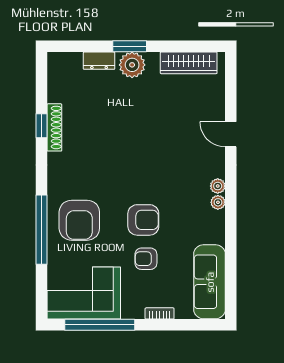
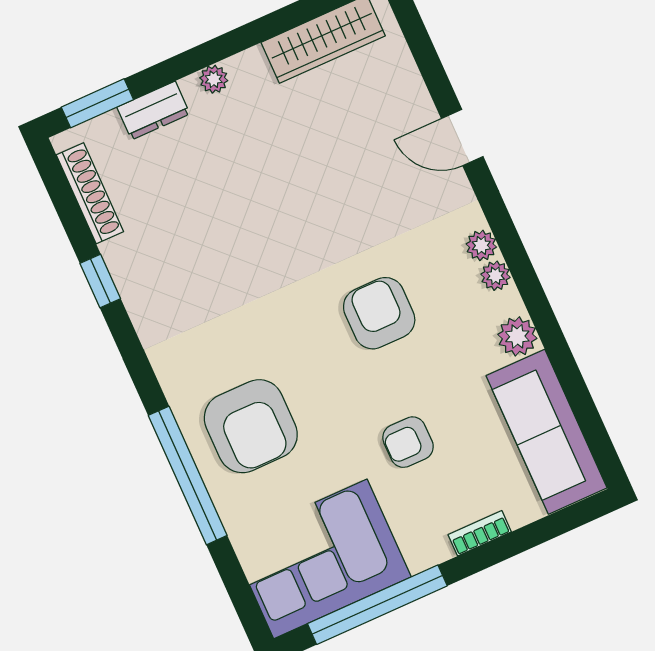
window: (130, 46) -> (97, 103), moved
plant: (132, 65) -> (214, 79), width x0.53, depth x0.53
shoe rack: (54, 127) -> (90, 193), moved
armchair: (143, 220) -> (379, 313), moved, turned -90
plant: (216, 234) -> (517, 336), added

